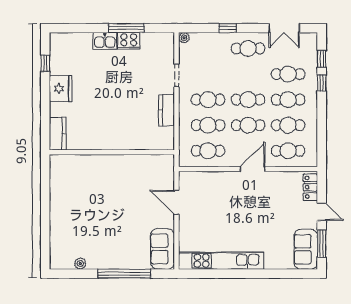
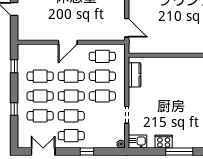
window: (126, 28) -> (179, 151), moved
kitchen sink: (105, 41) -> (138, 142), moved
window: (322, 59) -> (14, 66), moved
kitchen counter: (167, 110) -> (134, 75), moved
cafe table: (288, 151) -> (71, 116), moved
locker: (310, 187) -> (23, 28), removed
door: (176, 202) -> (127, 28), moved

